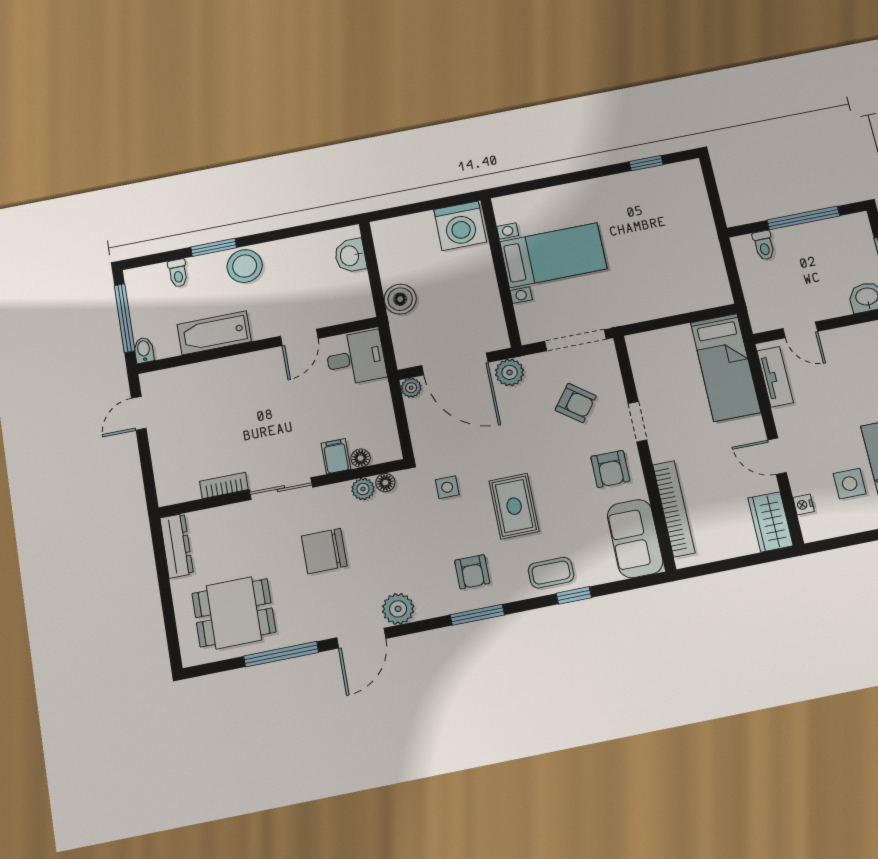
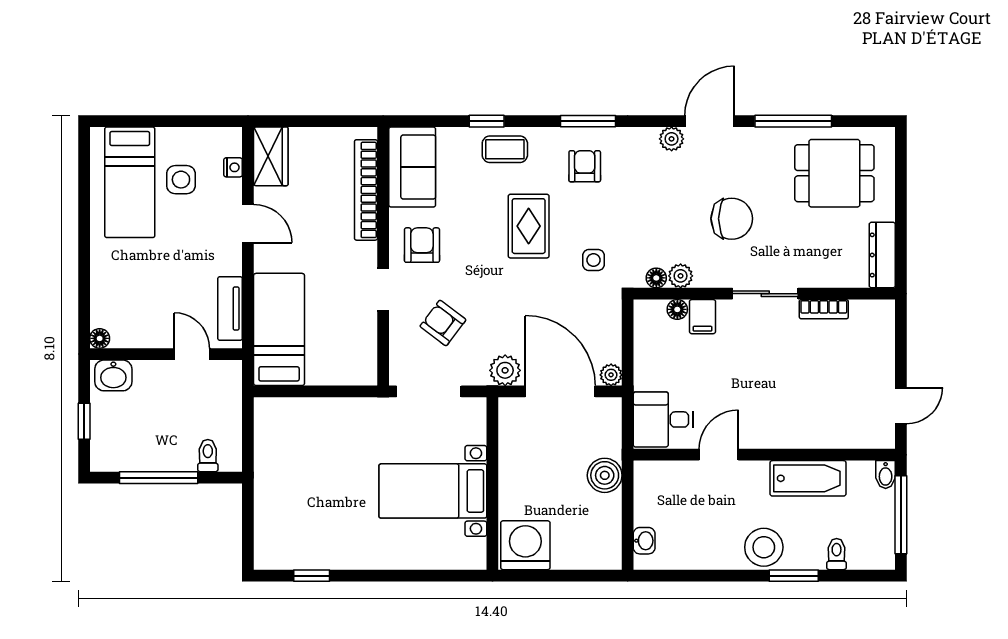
washbasin: (350, 256) -> (644, 541), width x0.72, depth x0.69
plant: (398, 609) -> (672, 139), width x0.73, depth x0.73

